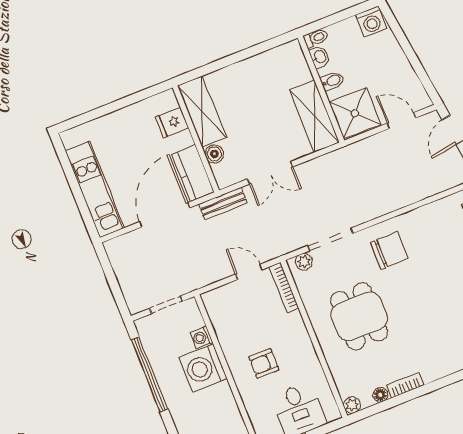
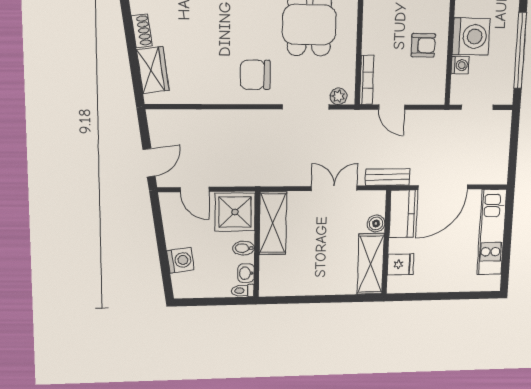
washing machine: (371, 22) -> (180, 260), moved, turned 82
armchair: (264, 363) -> (423, 45), moved

